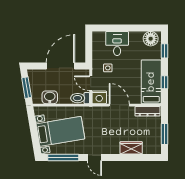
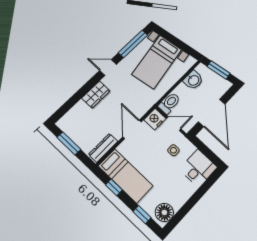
desk: (117, 44) -> (198, 168), moved, turned -90
door: (119, 105) -> (132, 129), swing flipped
wardrobe: (131, 148) -> (96, 95), moved

